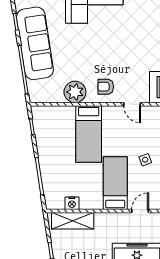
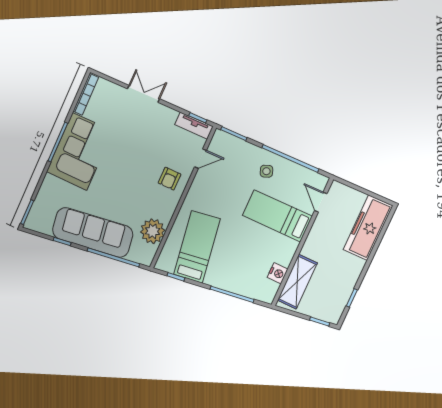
plant: (75, 92) -> (153, 231), moved
bed: (89, 134) -> (197, 247), moved, turned -99

